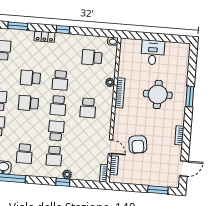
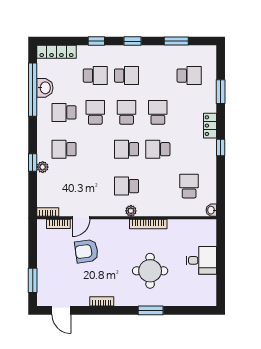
plant: (110, 82) -> (131, 211), moved
school desk: (56, 131) -> (95, 112), moved, turned -90

